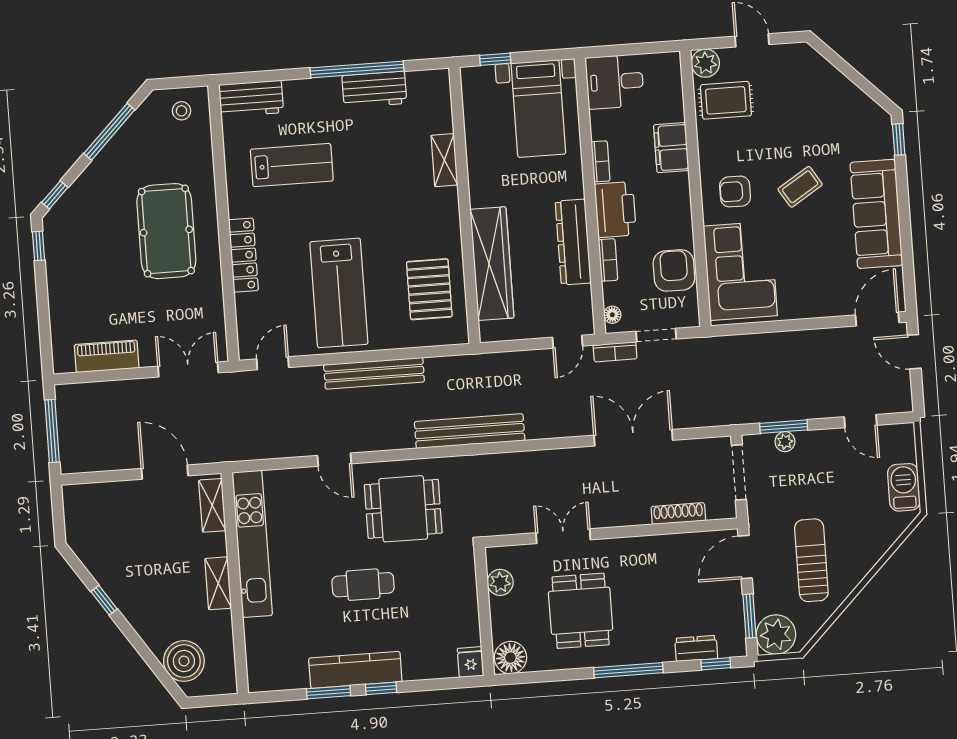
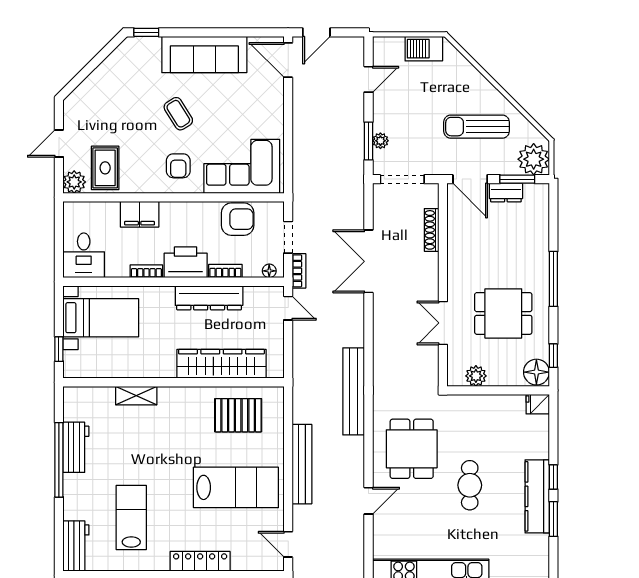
armchair: (674, 270) -> (238, 219), turned 180
dresser: (696, 648) -> (506, 193), moved, turned -90
window: (716, 664) -> (553, 356), moved

